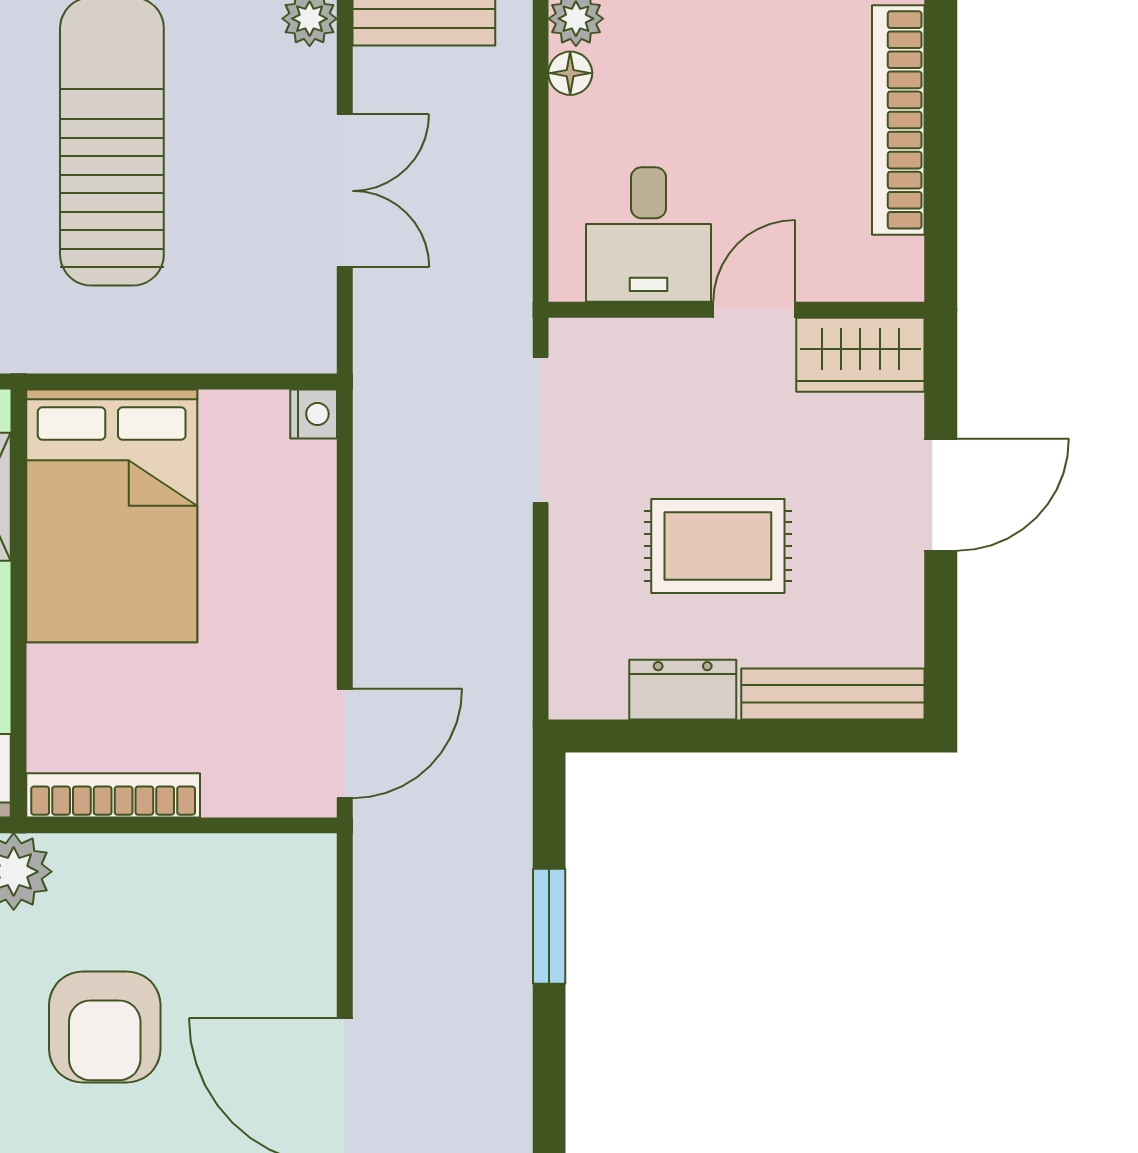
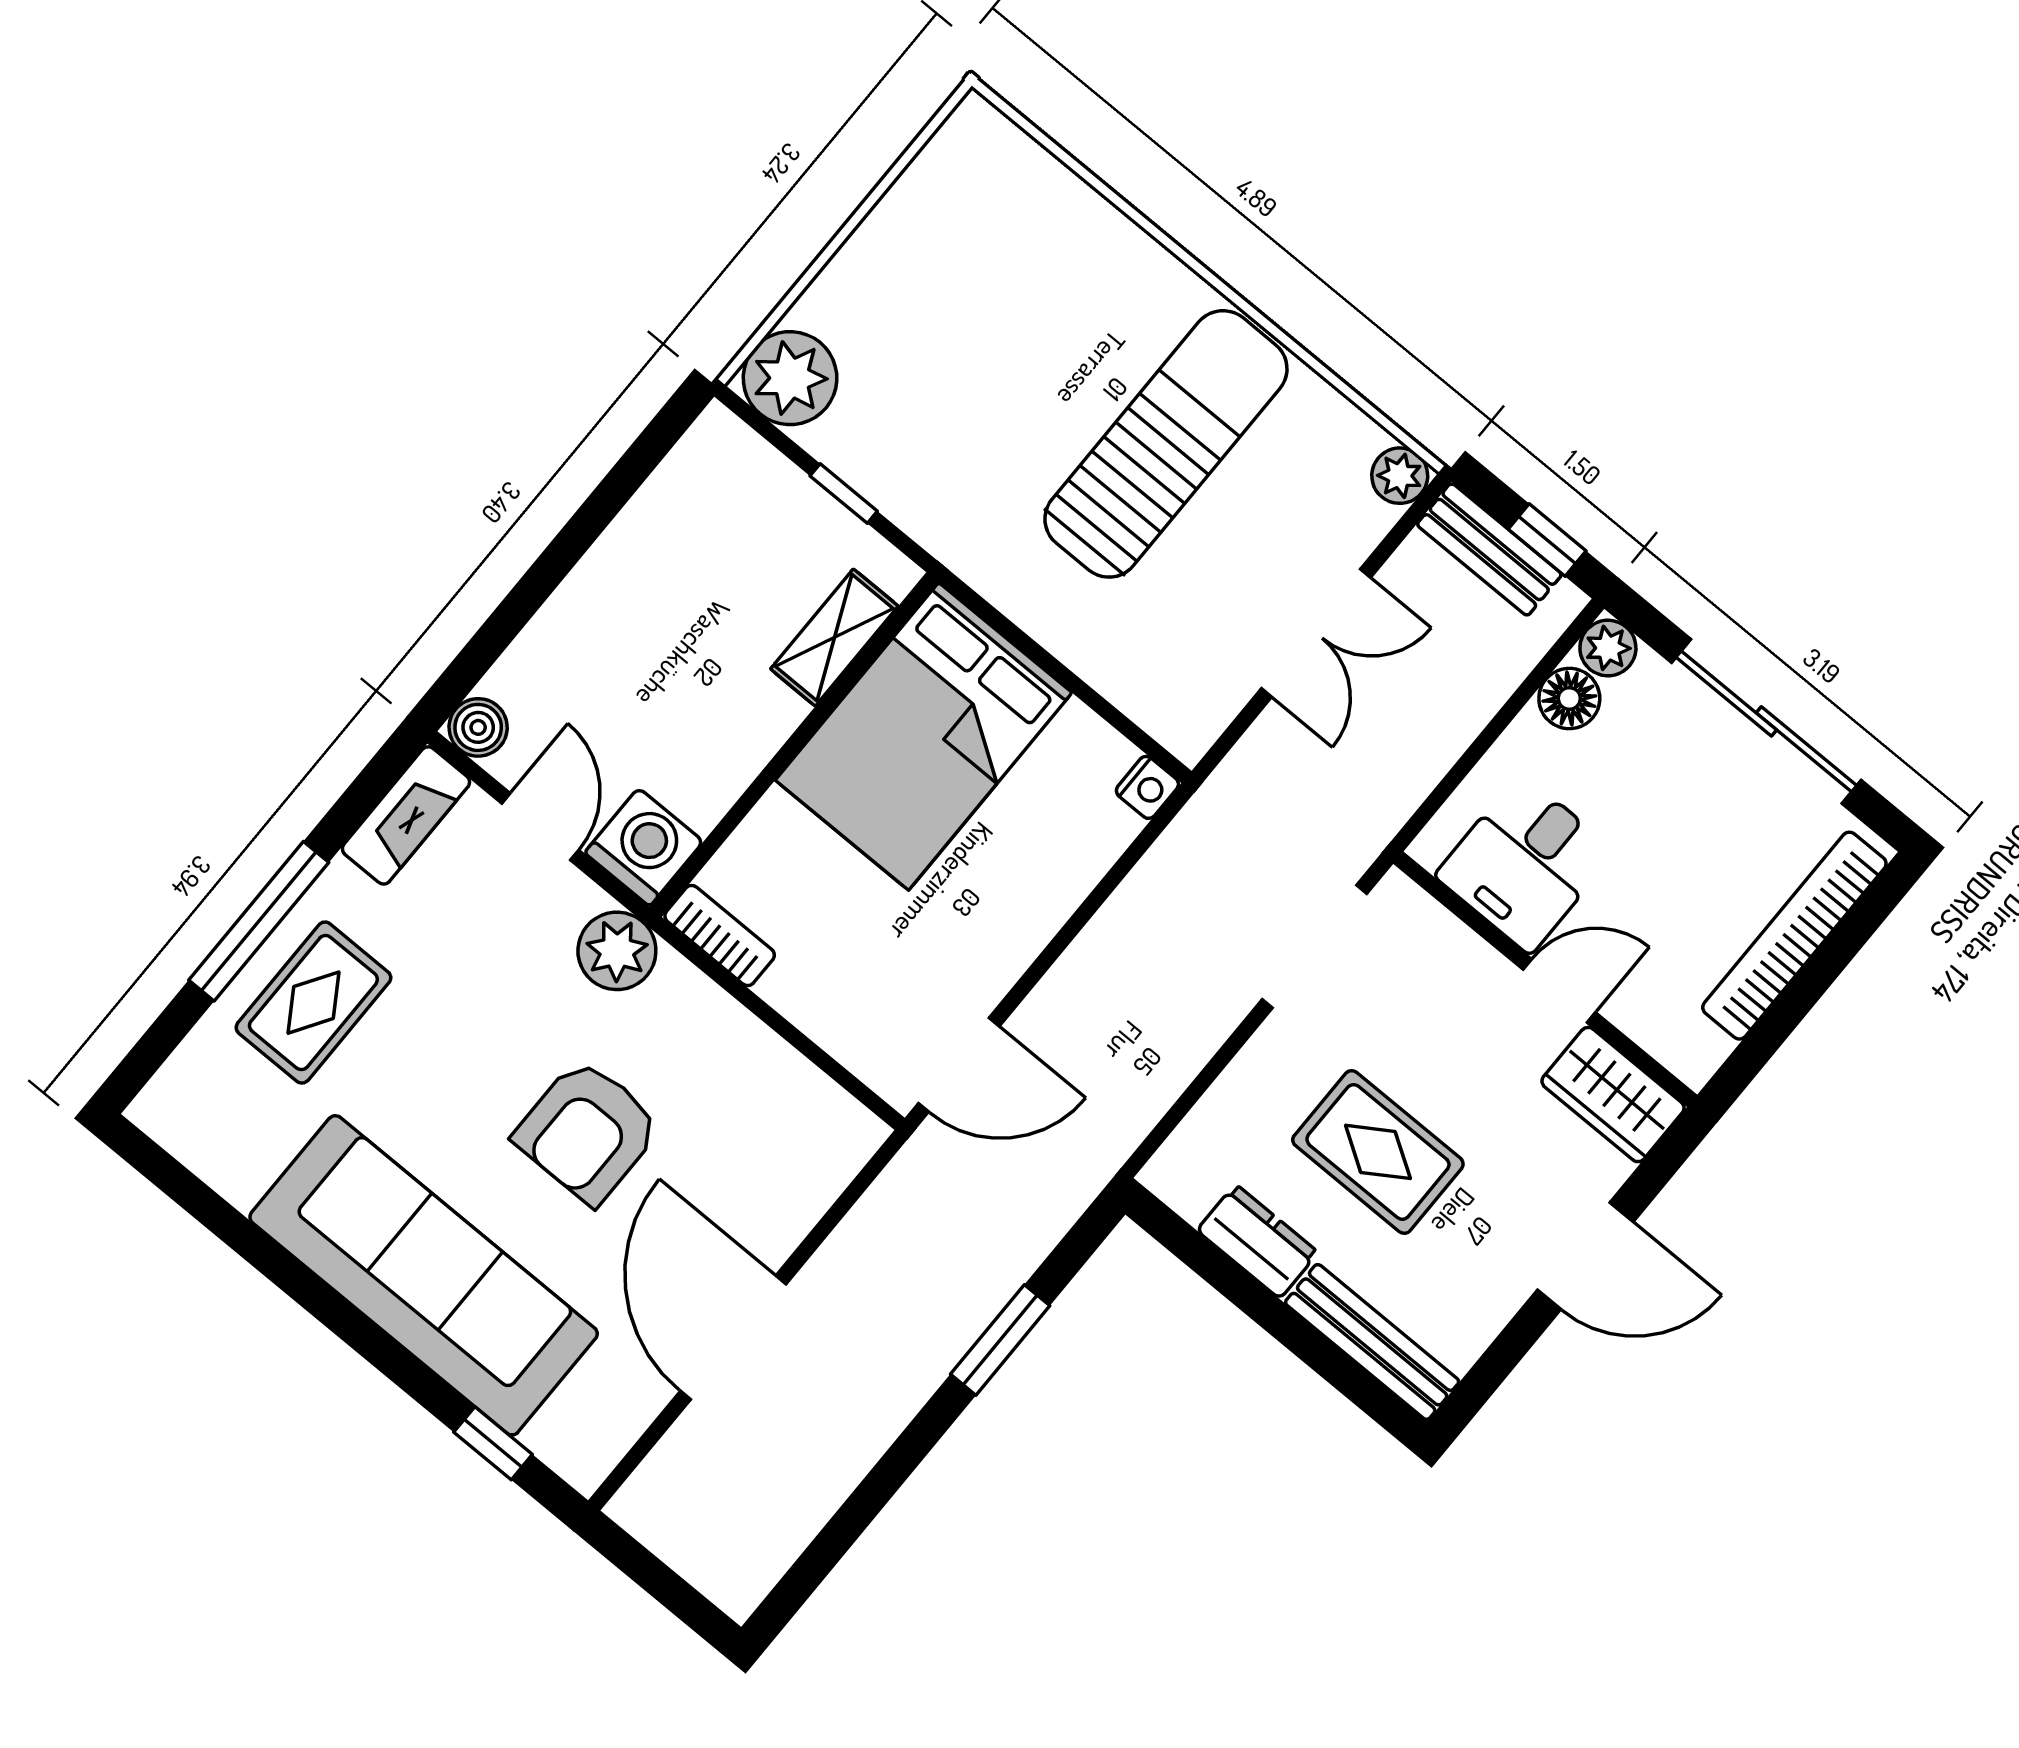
floor lamp: (570, 73) -> (1569, 699), width x1.37, depth x1.37
bookcase: (113, 795) -> (720, 936), width x0.64

